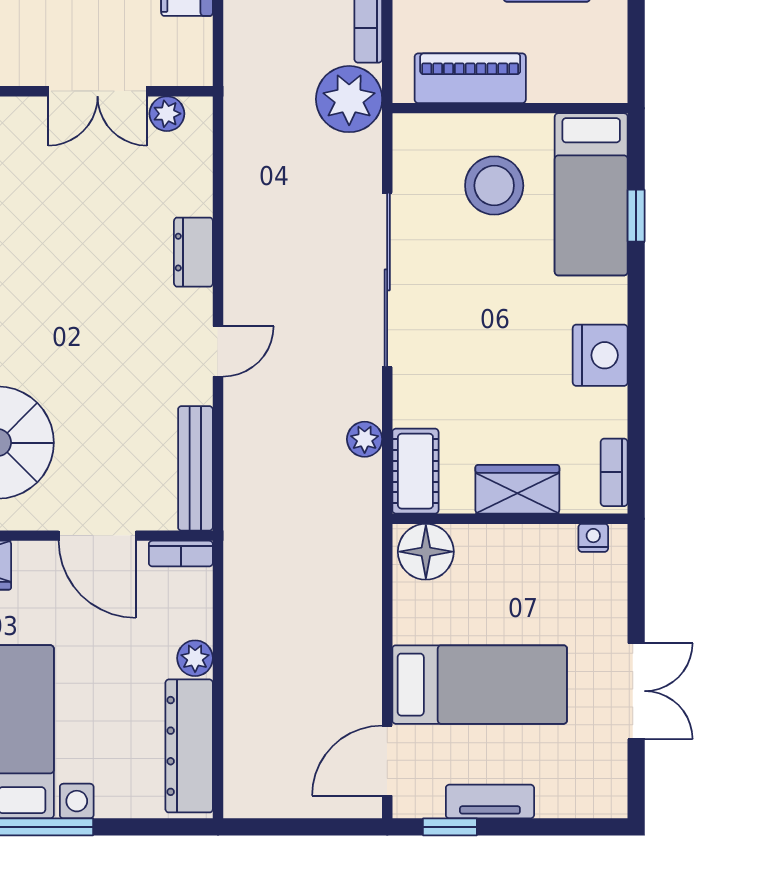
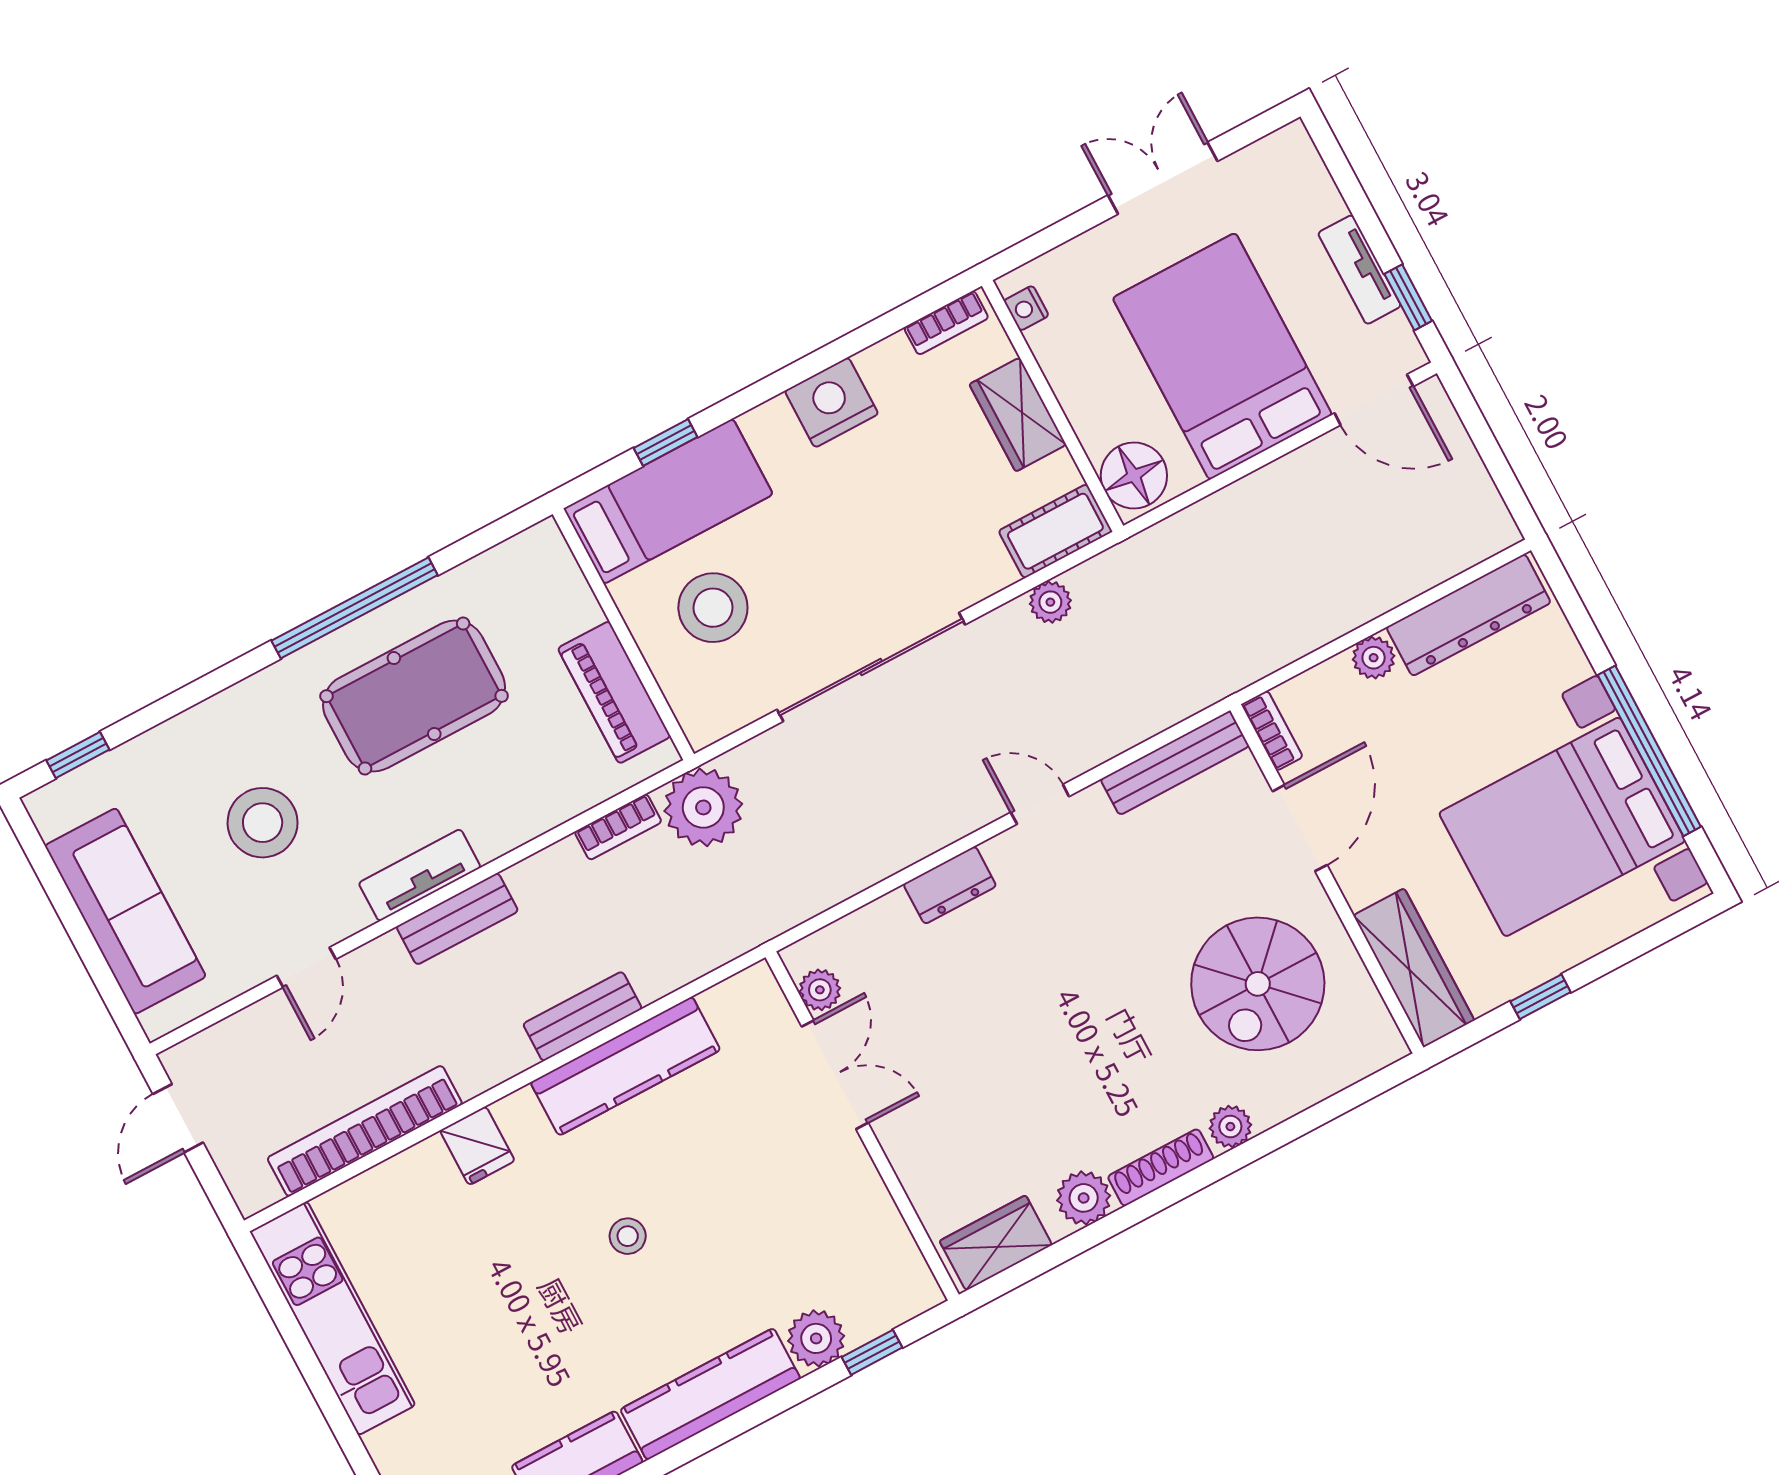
bed: (480, 685) -> (1222, 356), width x1.50

